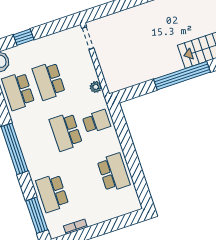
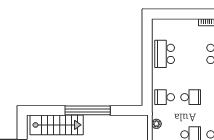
school desk: (66, 132) -> (191, 97), width x0.54

